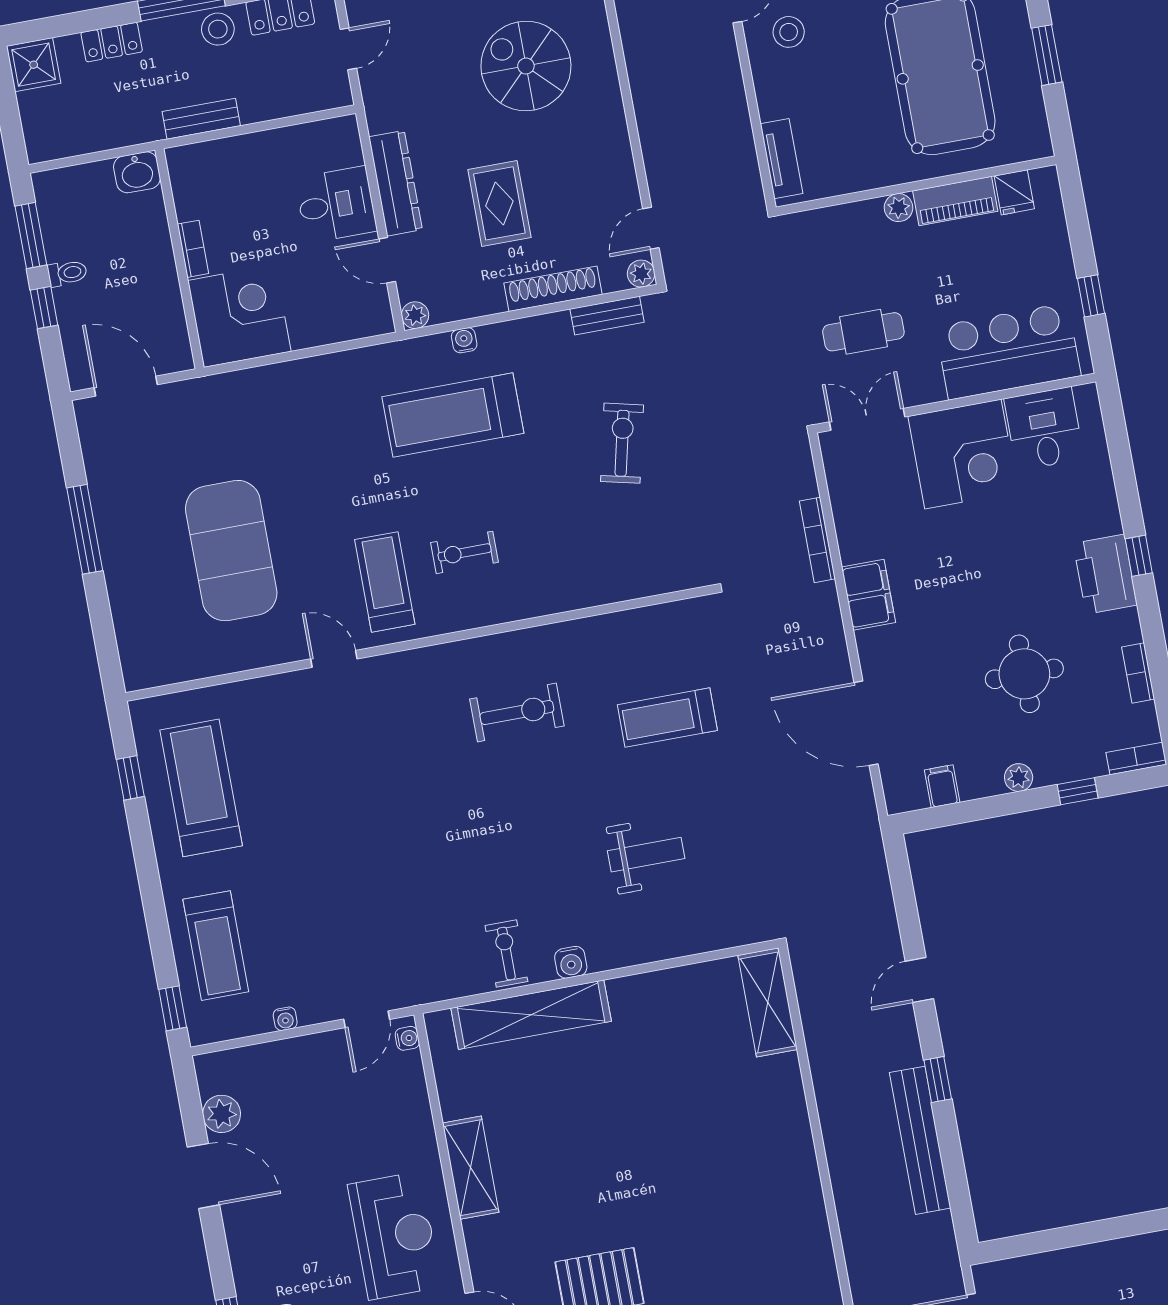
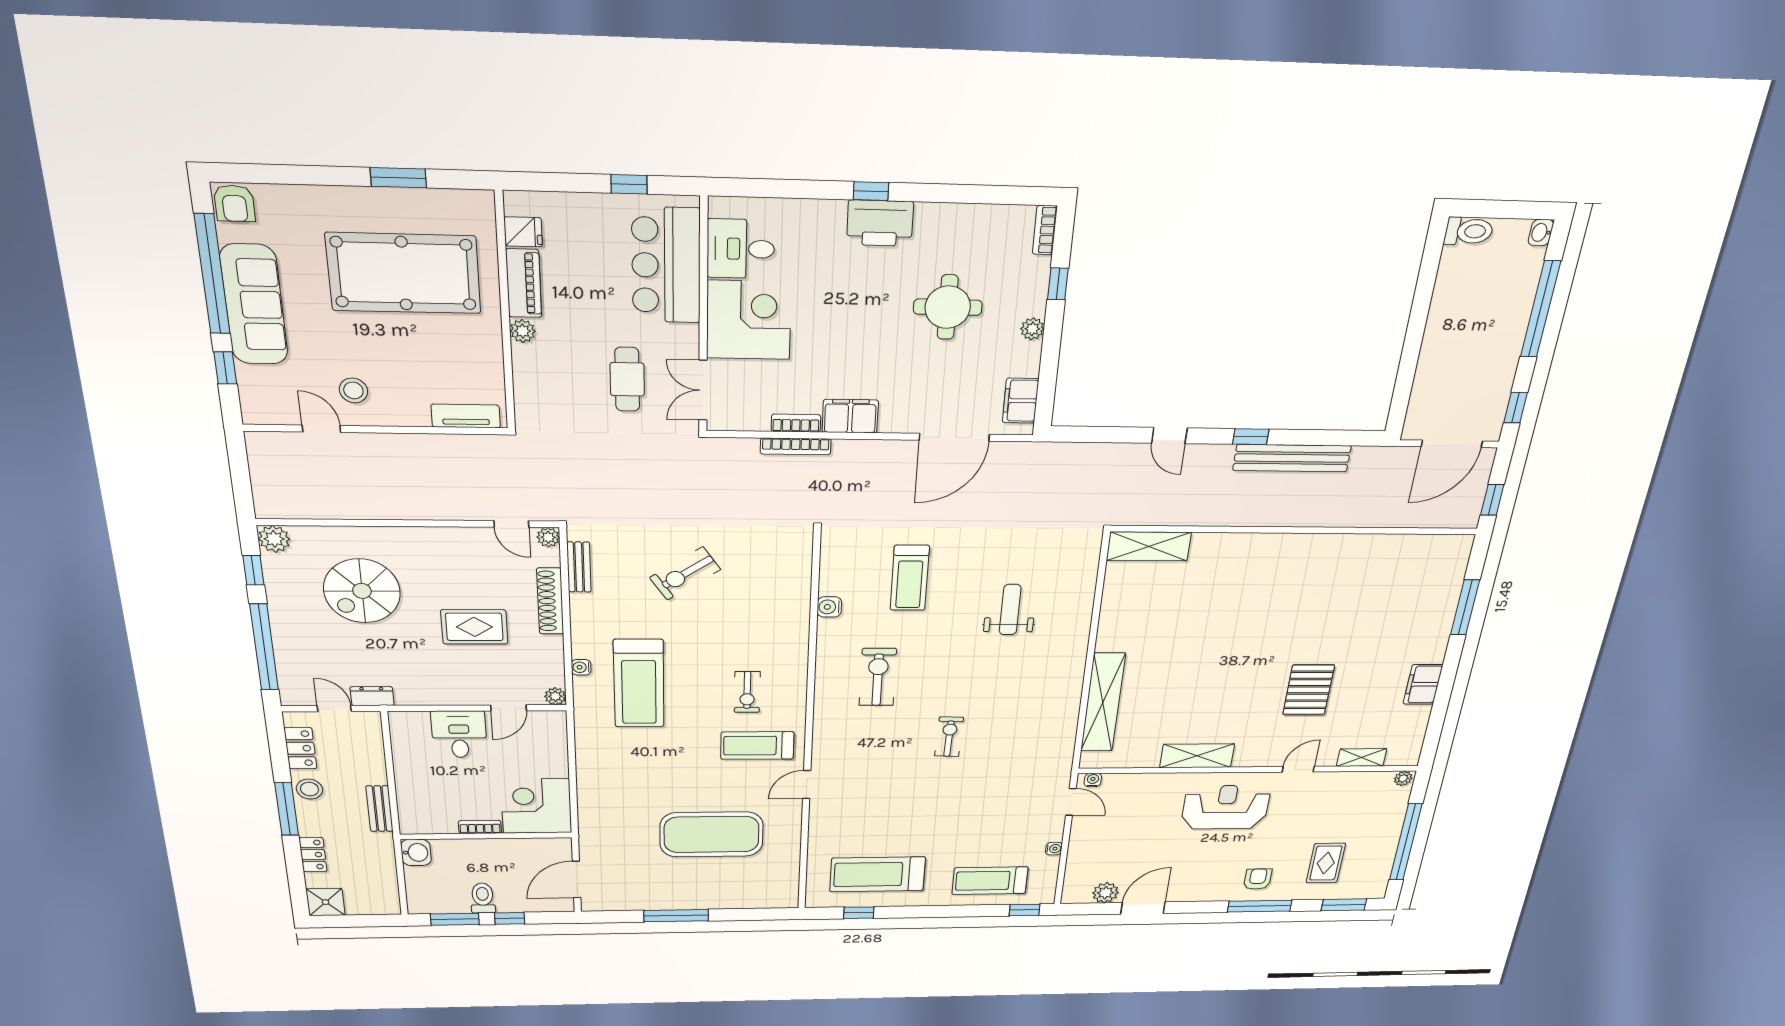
dresser: (396, 183) -> (372, 696), moved, width x0.51, depth x0.80
toilet: (67, 273) -> (483, 898), width x1.37, depth x1.39
exercise bike: (622, 443) -> (685, 574), turned -47
bookcase: (1138, 673) -> (796, 423), moved, turned 180
filing cabinet: (942, 786) -> (1021, 401), width x2.00
treadmill: (216, 946) -> (990, 881), turned 180
exercise bike: (506, 954) -> (949, 737), moved, turned 92
water cooler: (571, 962) -> (829, 607), moved, turned 180

